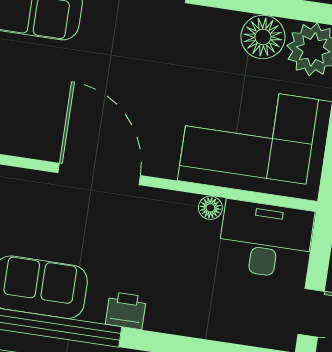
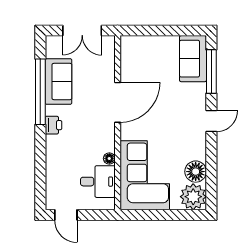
desk: (266, 240) -> (98, 182), width x0.73

